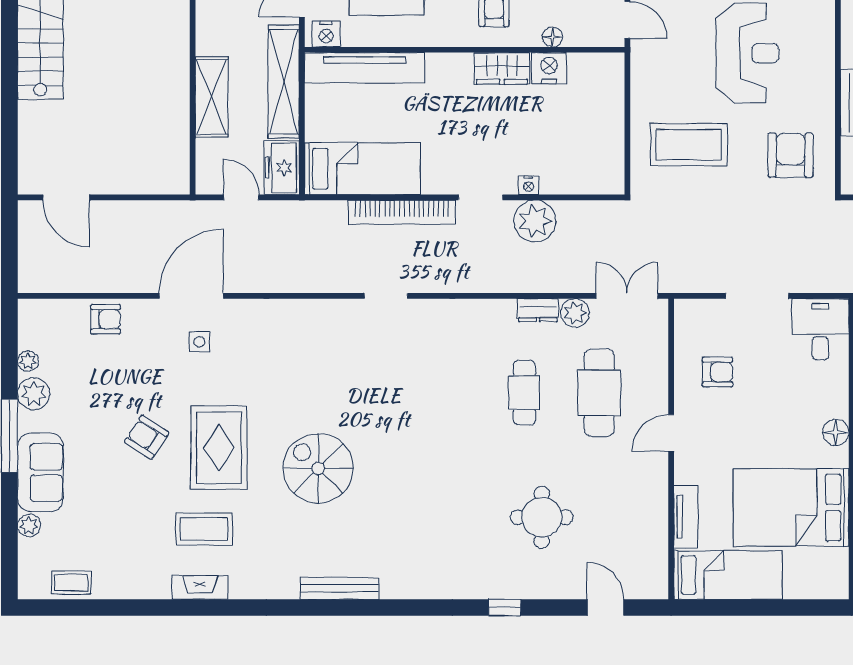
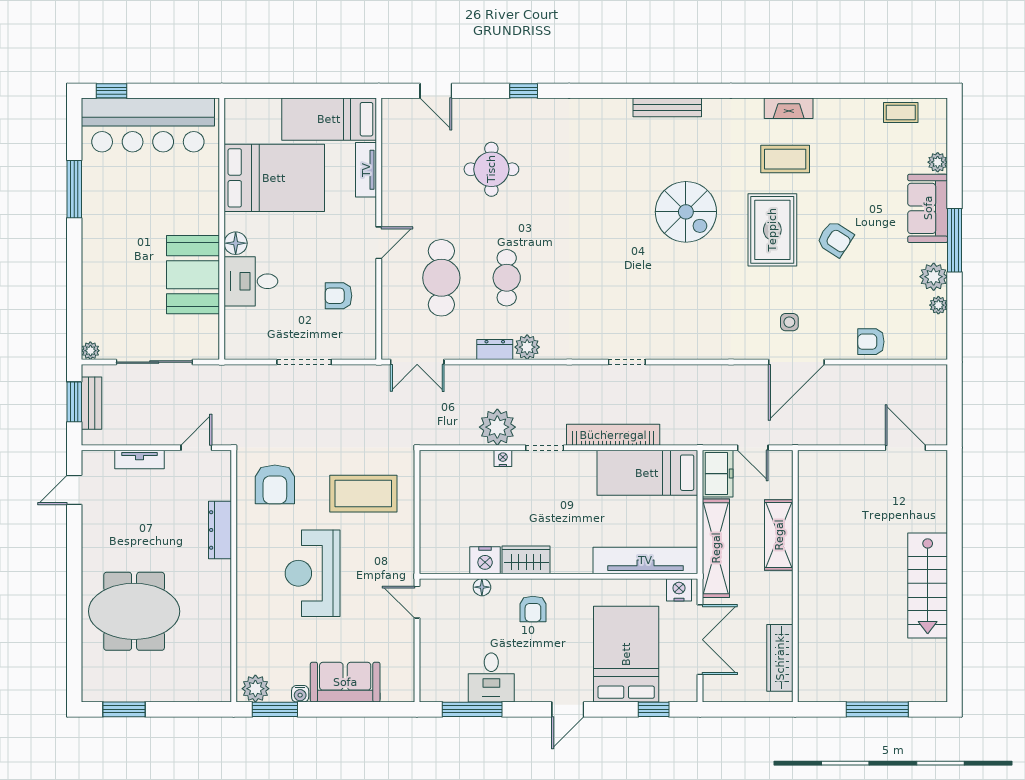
plant: (575, 313) -> (527, 347), moved
desk: (820, 329) -> (251, 281), moved, turned 90

